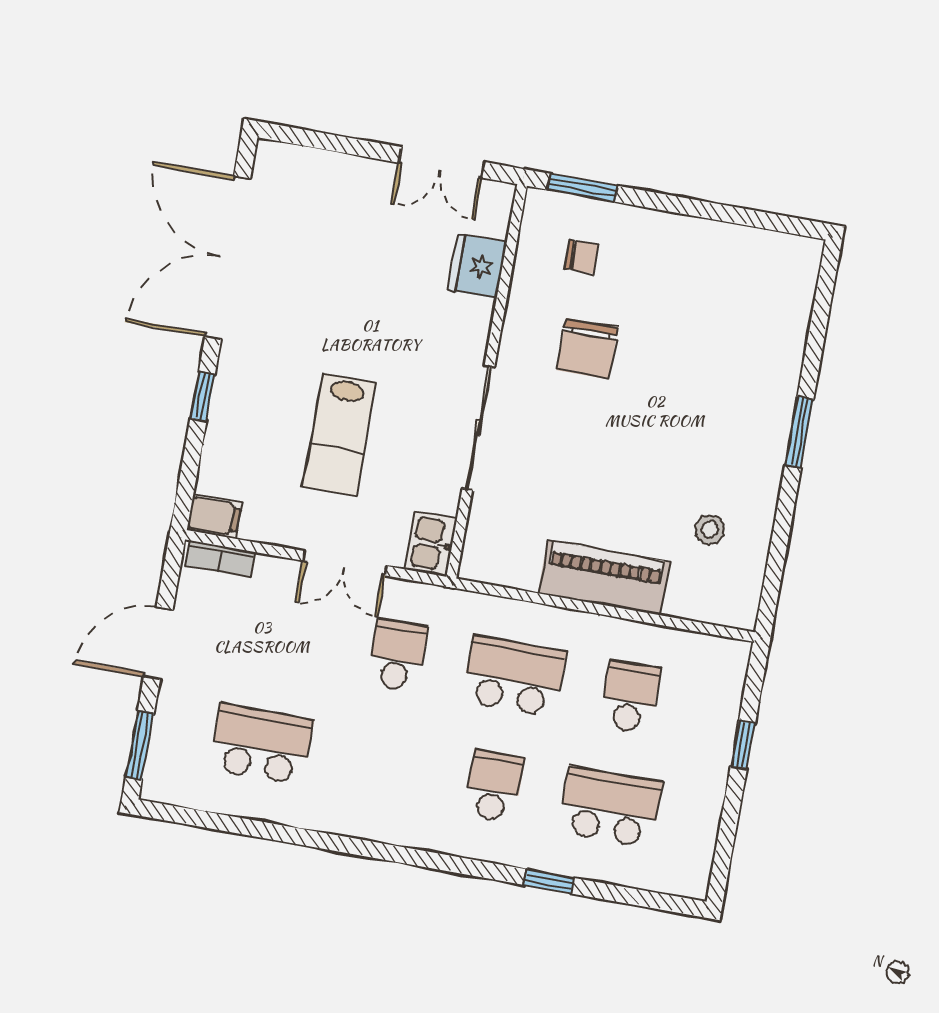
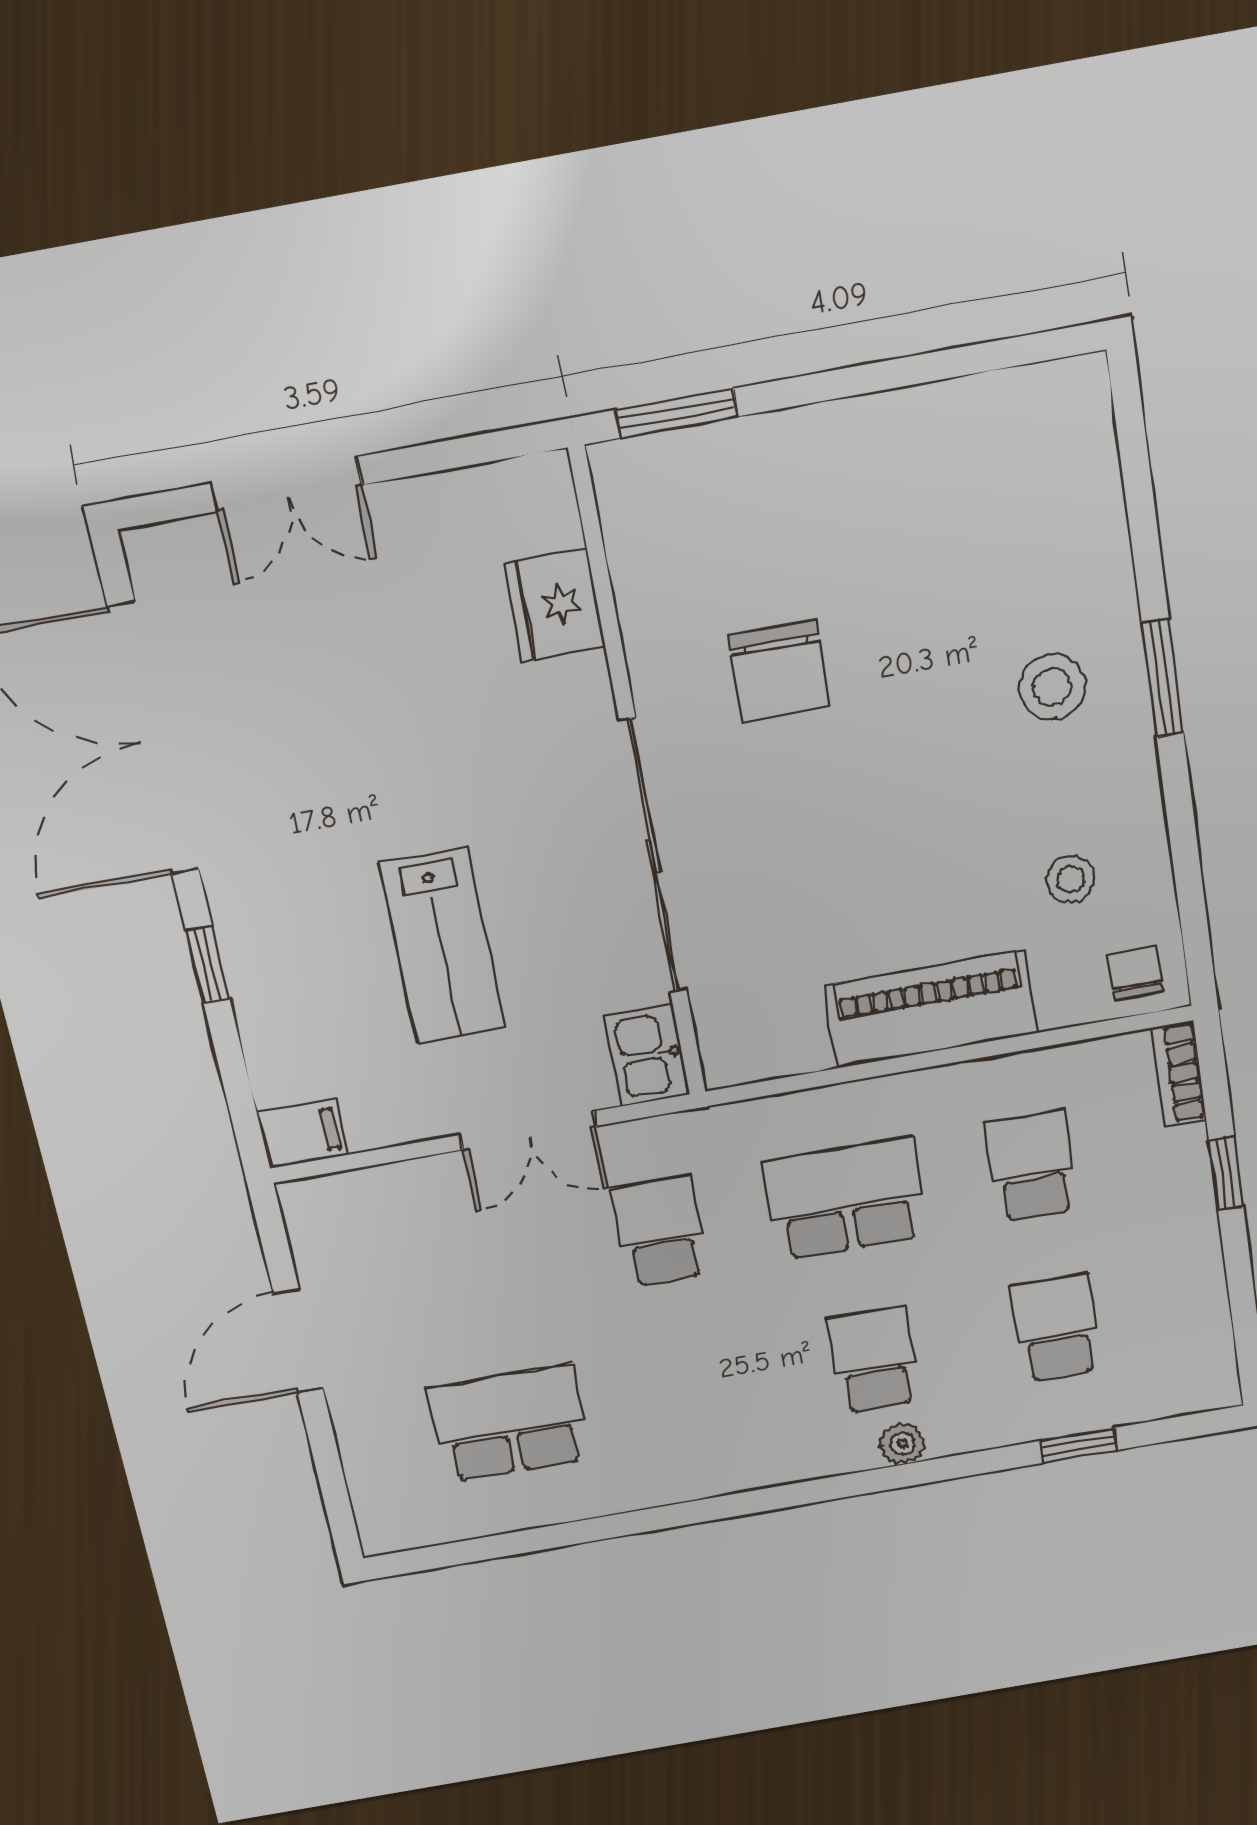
double door: (442, 162) -> (286, 484), moved
chair: (582, 257) -> (1136, 973), moved, turned -90
stool: (736, 414) -> (1052, 687), added
sliding door: (478, 428) -> (653, 857), width x1.36
bookcase: (220, 559) -> (1179, 1074), moved, turned 90
window: (140, 745) -> (333, 1487), removed
school desk: (610, 807) -> (1056, 1328), width x0.54
plant: (492, 848) -> (902, 1443), added
window: (549, 881) -> (1078, 1445), moved

